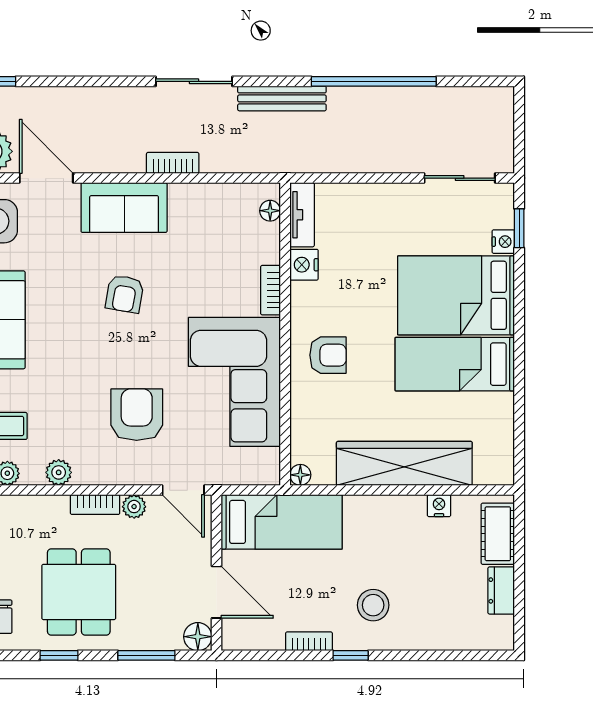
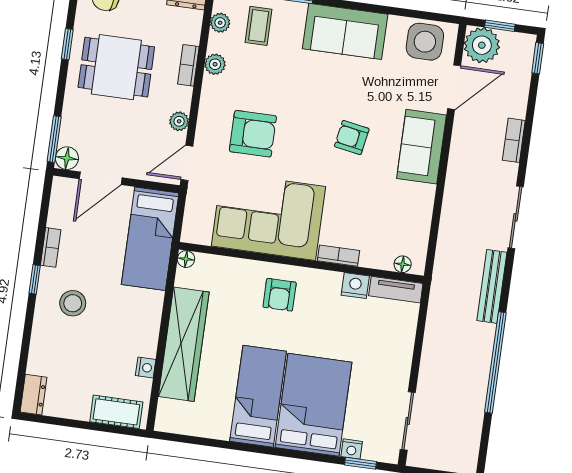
bookcase: (173, 163) -> (514, 140), moved, turned 180
bookcase: (95, 505) -> (188, 65), moved
dresser: (501, 590) -> (33, 395), moved, turned 90
window: (146, 655) -> (54, 139), moved

